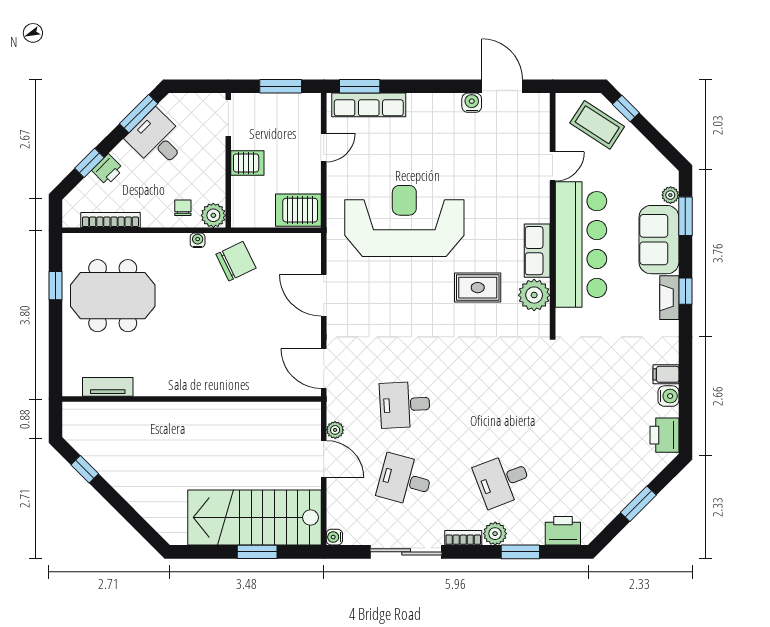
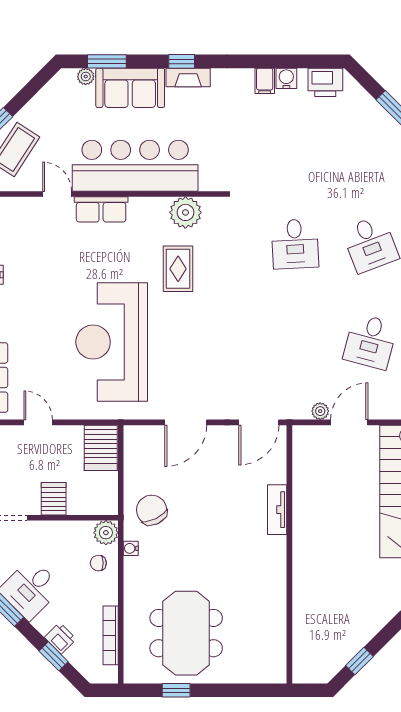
row of seats: (537, 251) -> (101, 209), moved
tv unit: (108, 387) -> (277, 510), moved
desk: (405, 405) -> (295, 244), moved

